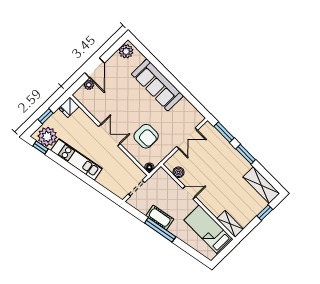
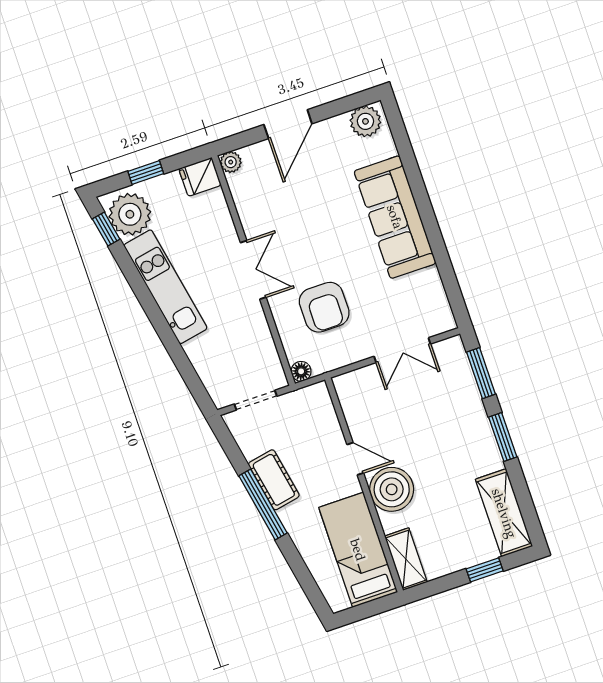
plant: (89, 85) -> (231, 162), moved
boiler: (178, 172) -> (392, 489), moved, width x1.86, depth x1.86

